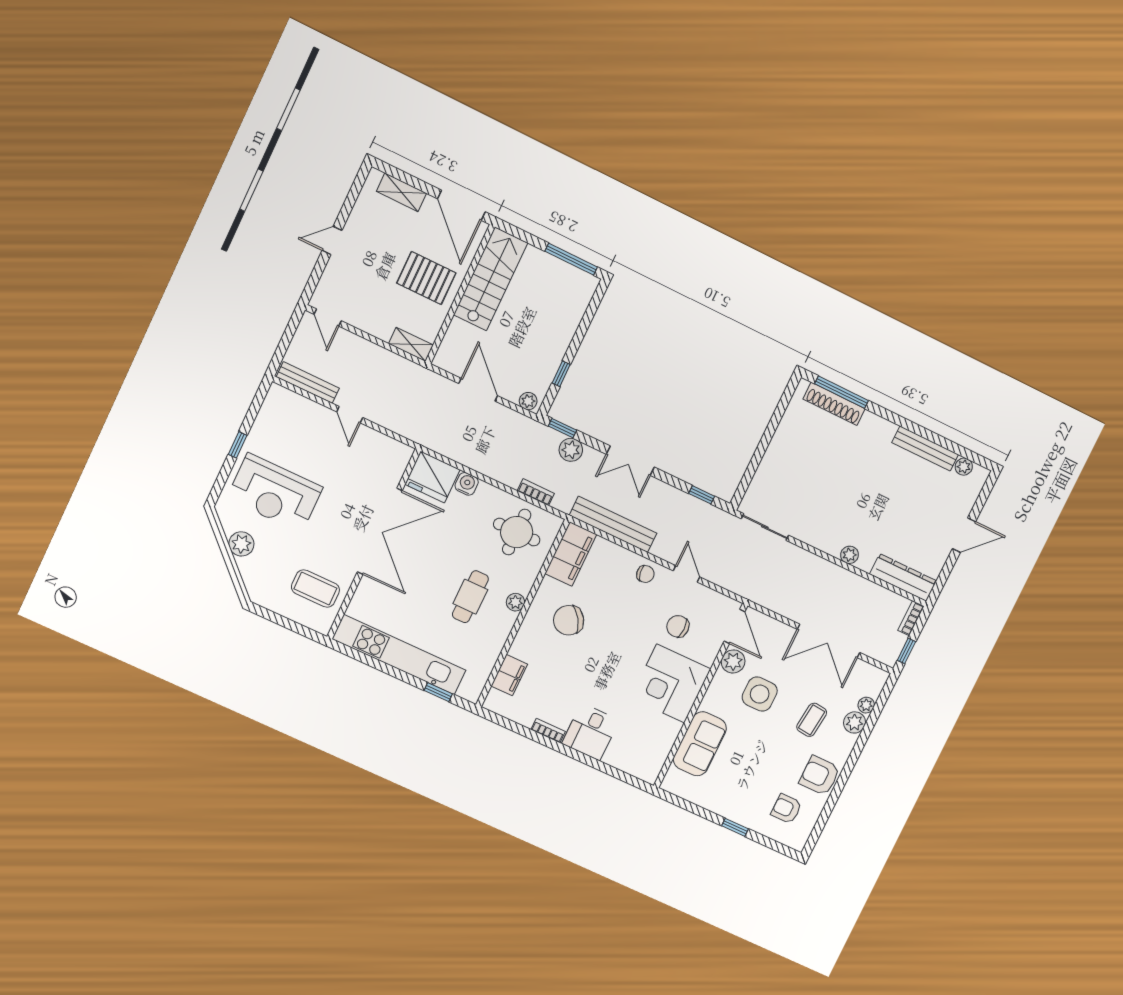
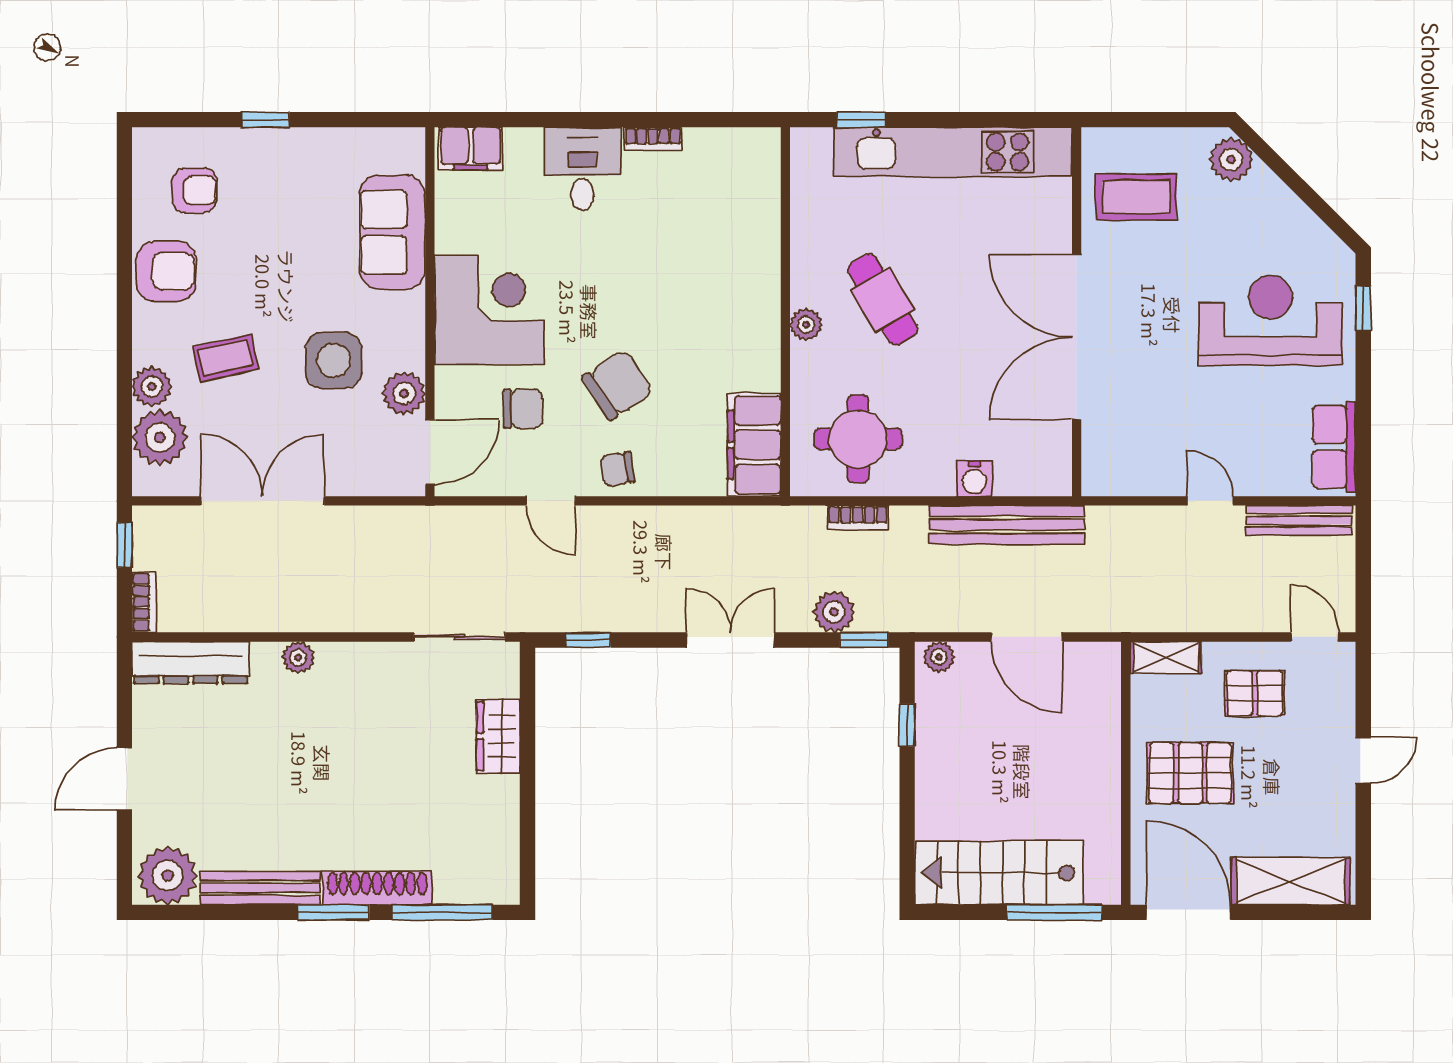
shelving: (401, 192) -> (1291, 881), width x1.50, depth x1.33
window: (571, 259) -> (1054, 912), moved
stairs: (491, 279) -> (999, 873), moved, turned 90
pallet: (373, 303) -> (1255, 693), added
shoe rack: (834, 404) -> (377, 888), moved
row of seats: (271, 412) -> (1334, 447), added
window: (895, 418) -> (334, 912), added
window: (238, 445) -> (1363, 308), moved
plant: (964, 467) -> (168, 876), width x1.87, depth x1.87
wardrobe: (770, 468) -> (498, 736), added
fridge: (433, 477) -> (1034, 464), removed
bench: (613, 524) -> (1006, 525), moved
plant: (241, 544) -> (1231, 160), moved
cafe table: (470, 597) -> (883, 300), turned -31
chair: (569, 620) -> (617, 385), moved
door: (735, 626) -> (430, 452), swing flipped
filing cabinet: (509, 675) -> (470, 149), moved, turned -90
plant: (866, 705) -> (160, 437), width x1.88, depth x1.88
coffee table: (812, 720) -> (226, 358), turned 71

